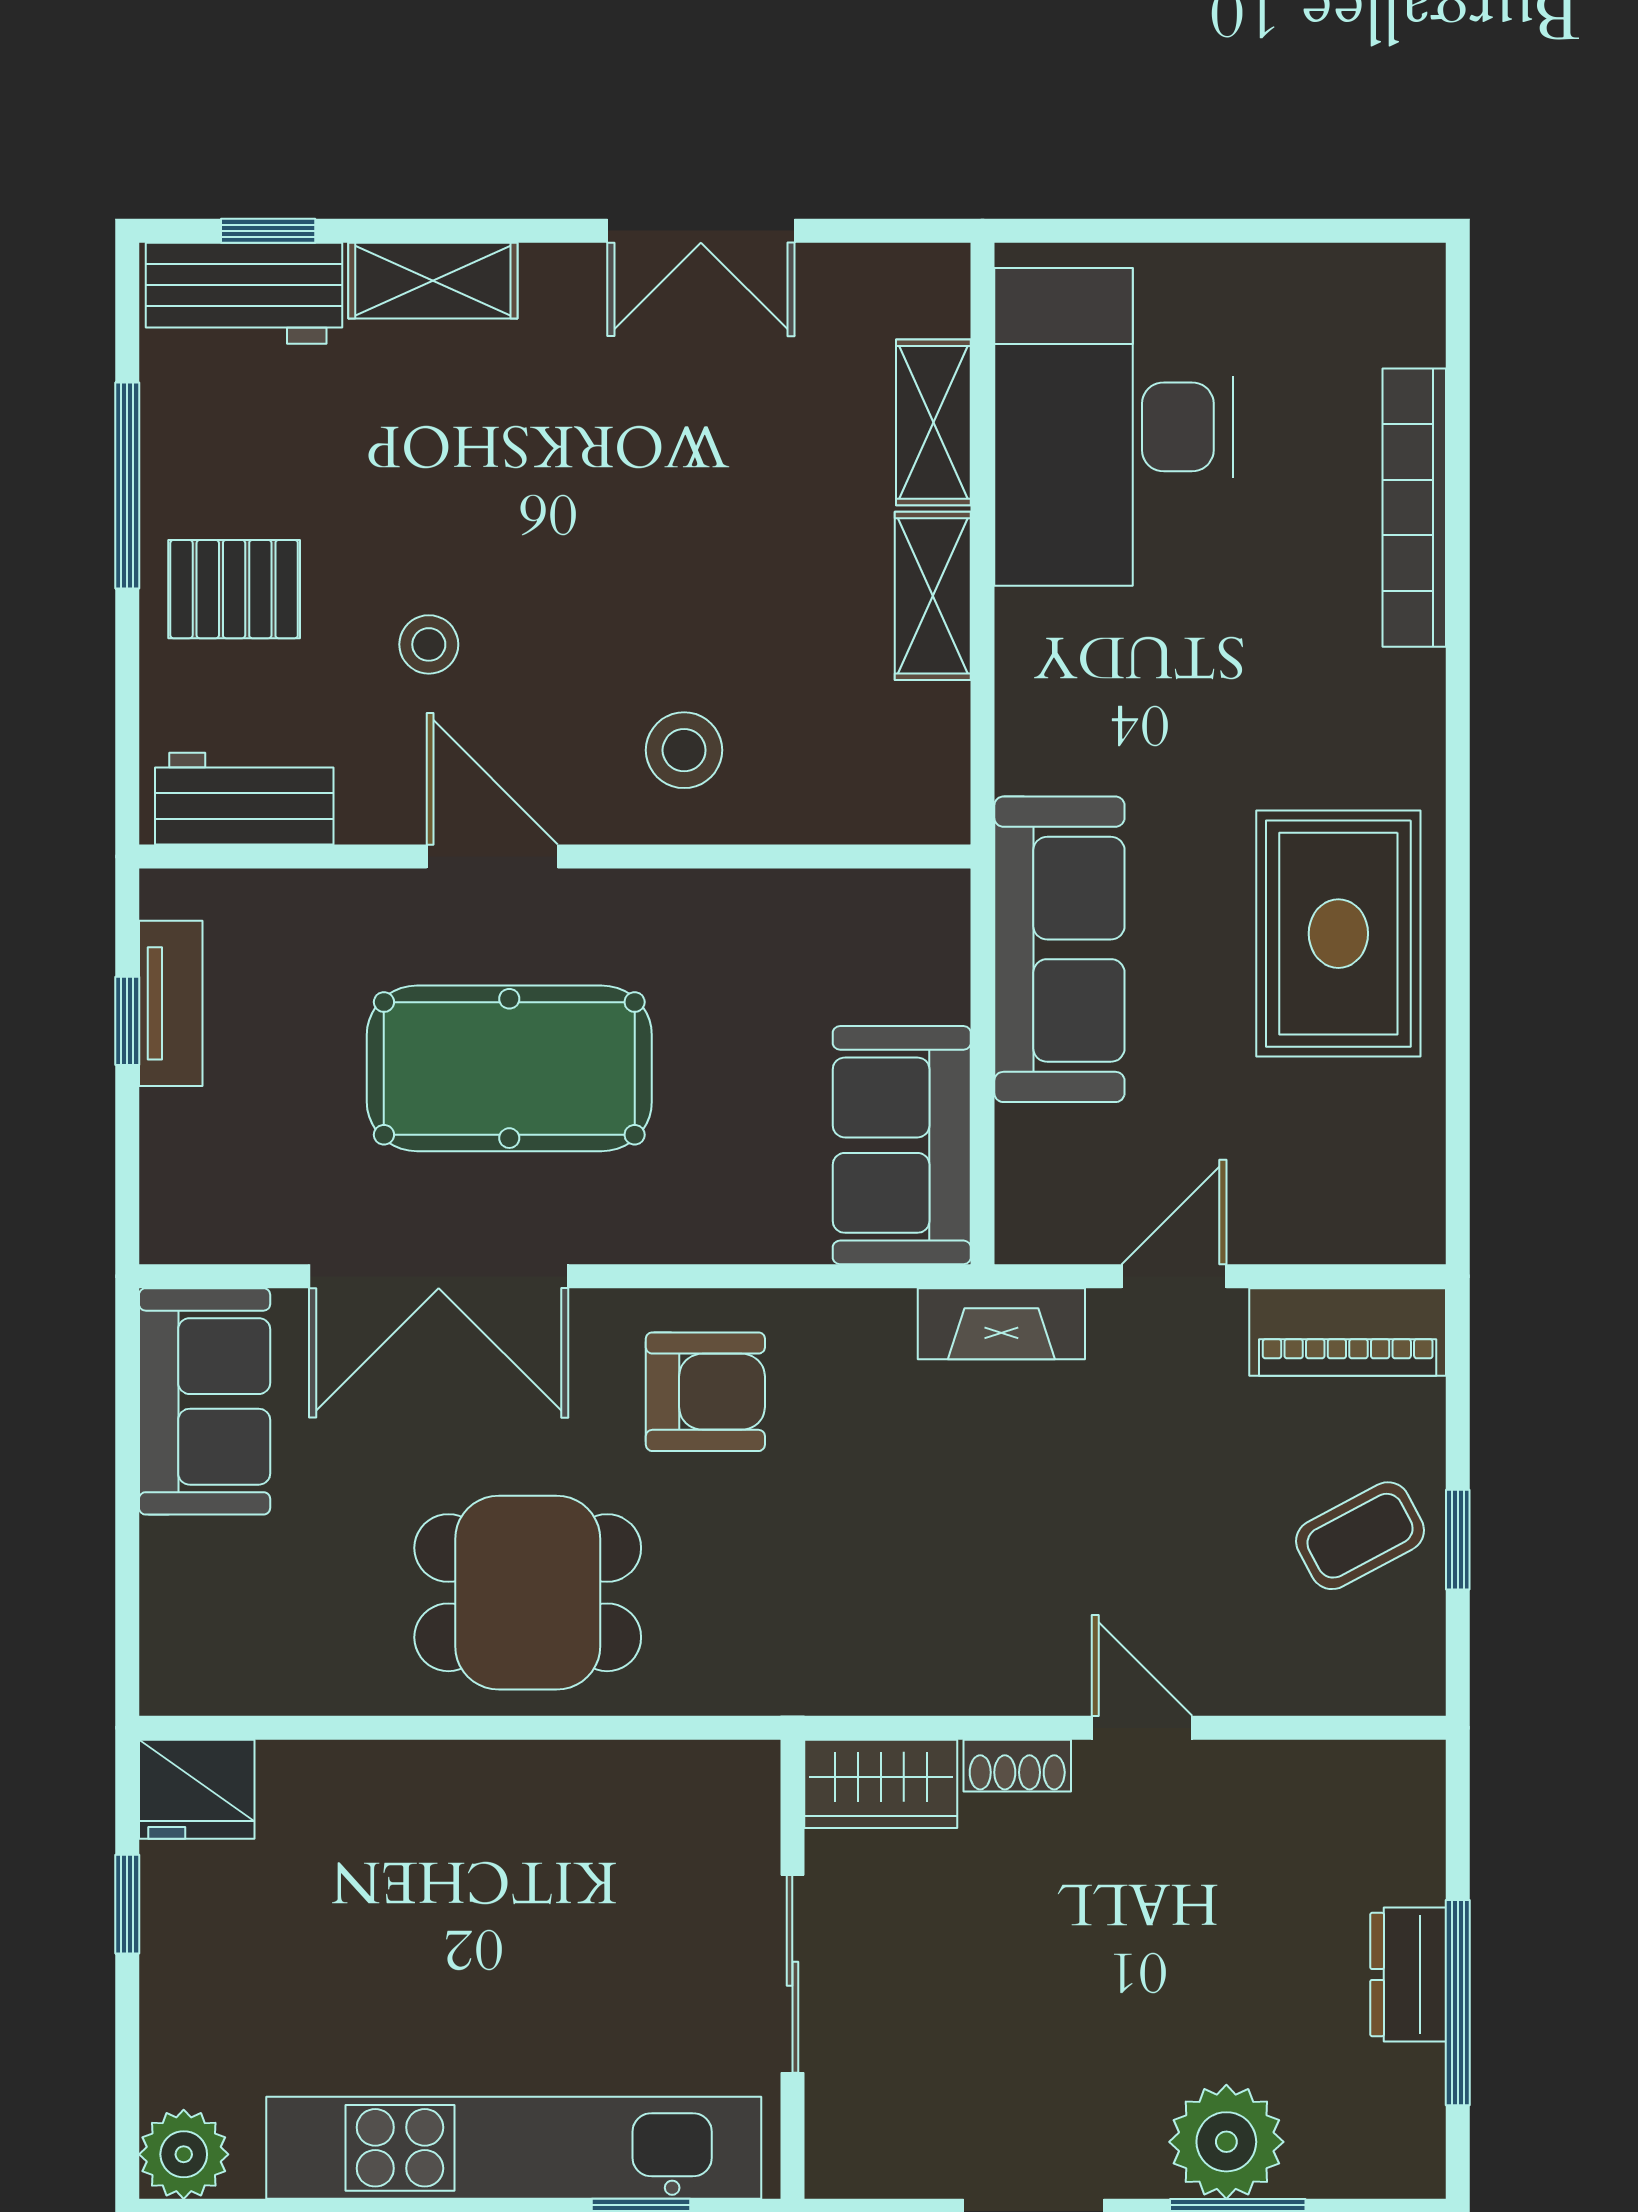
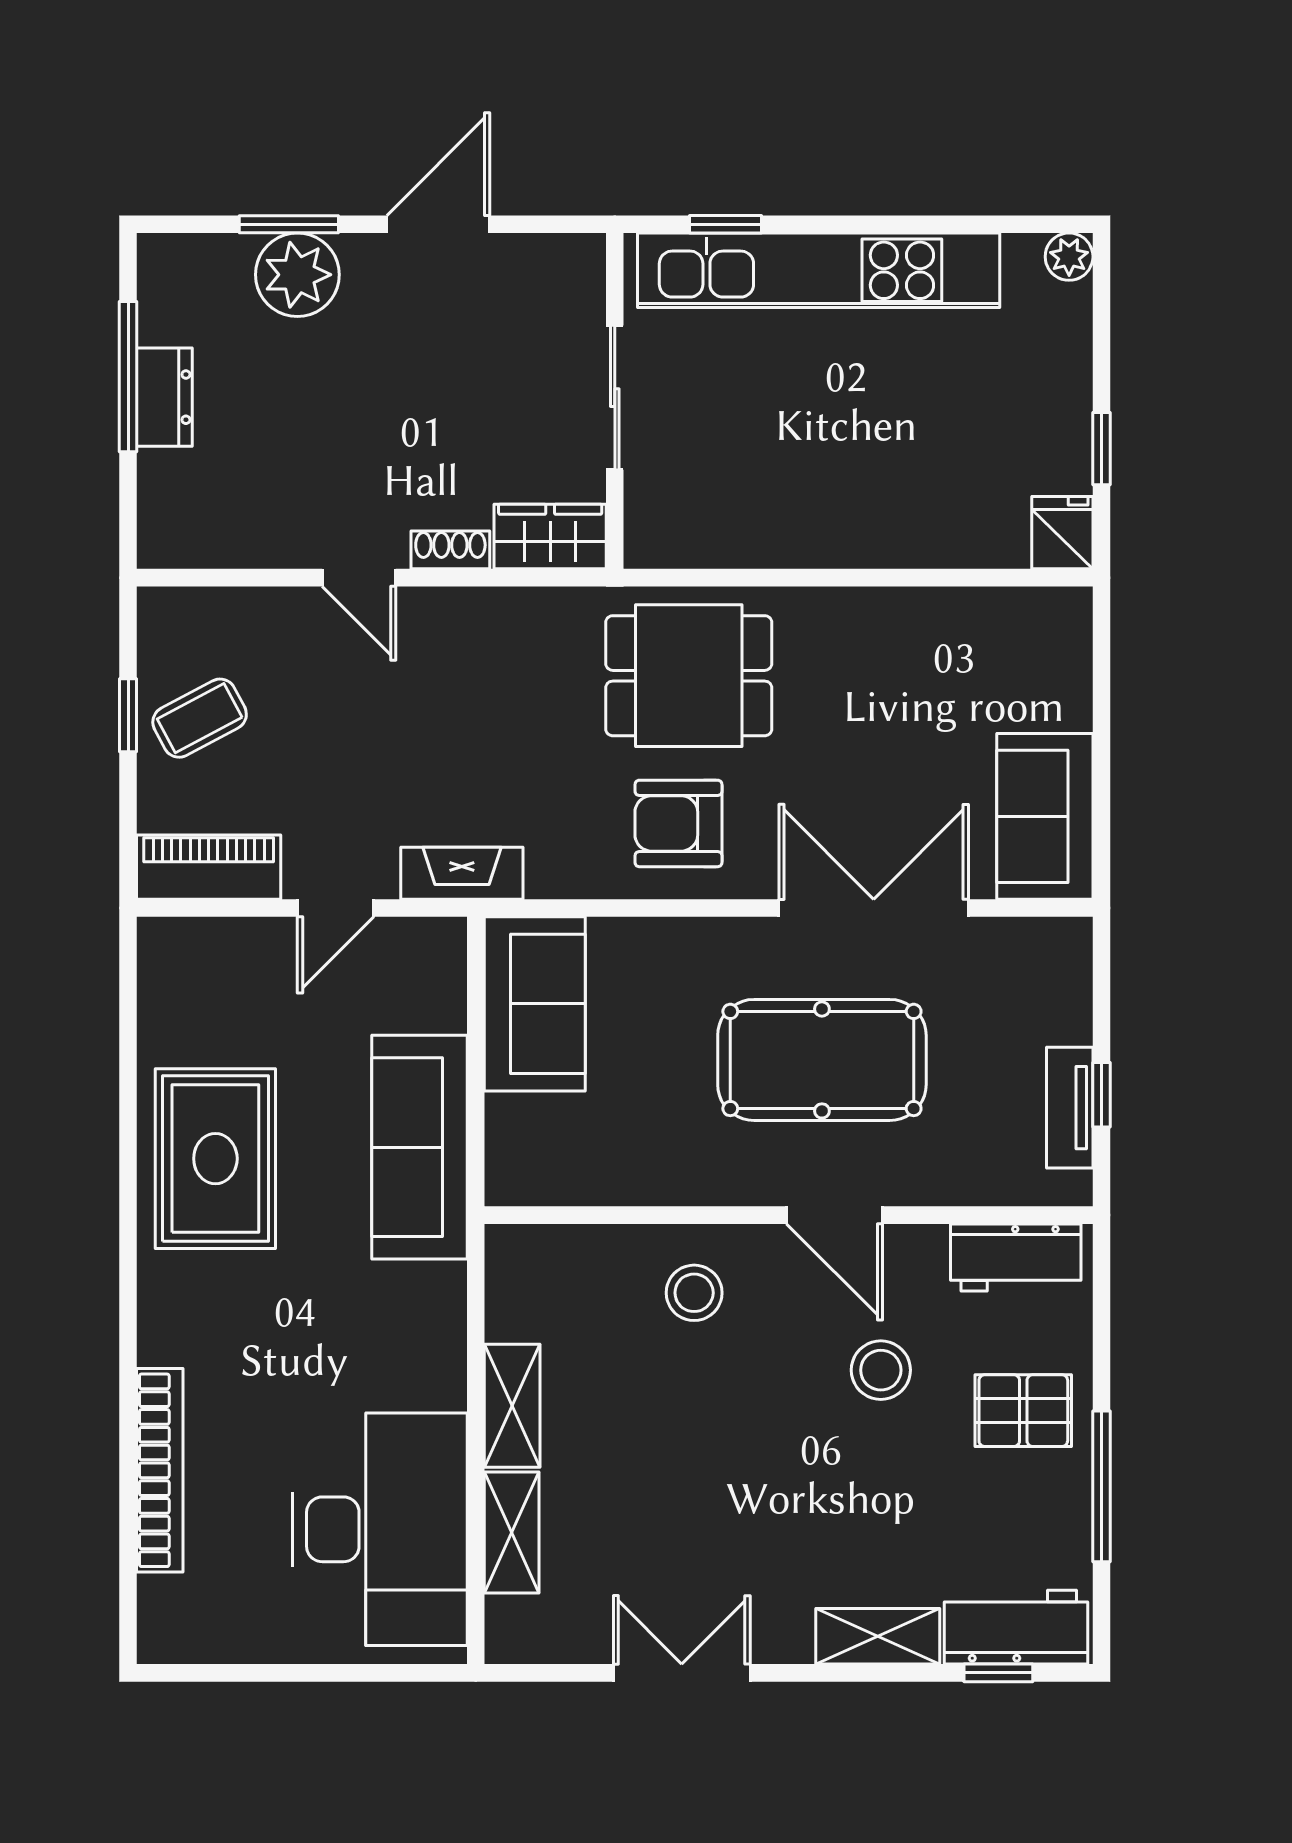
stool: (429, 644) -> (881, 1370), width x1.37, depth x1.37
dining table: (528, 1593) -> (689, 676), moved
fridge: (197, 1789) -> (1062, 533), width x0.72
plant: (184, 2154) -> (1069, 257), width x0.73, depth x0.73

